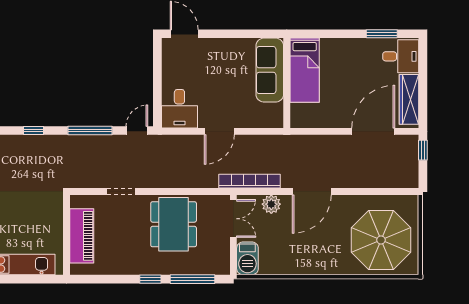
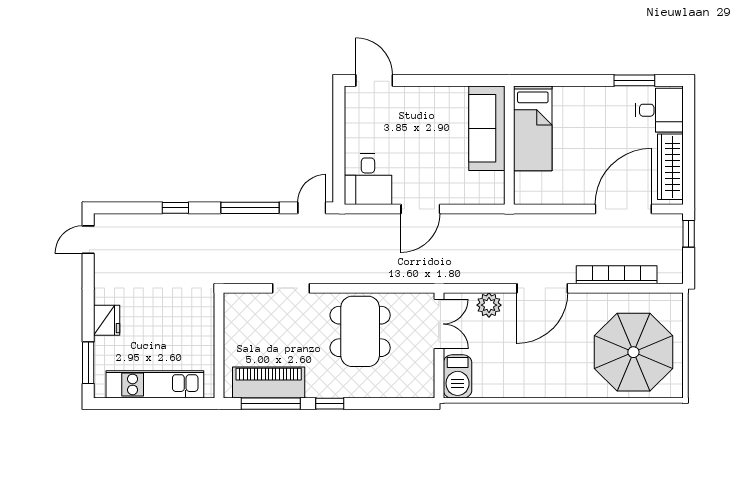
bookcase: (249, 181) -> (617, 275), moved
piano: (82, 236) -> (269, 383), moved, turned -90
window: (192, 279) -> (271, 404), moved

